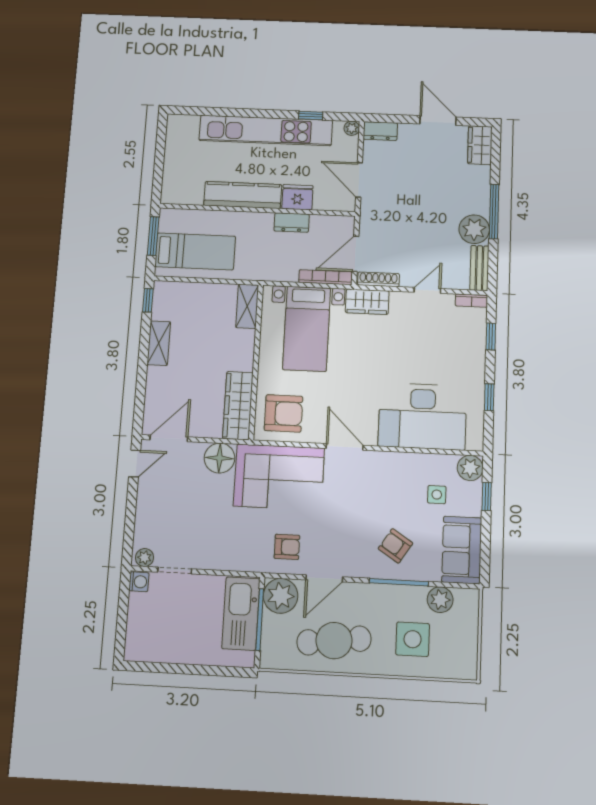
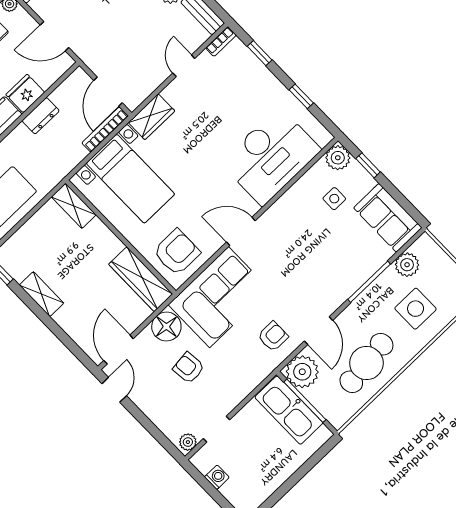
shoe rack: (378, 279) -> (143, 93), removed
armchair: (395, 546) -> (189, 368), moved, turned 51
washing machine: (139, 582) -> (217, 477), moved

